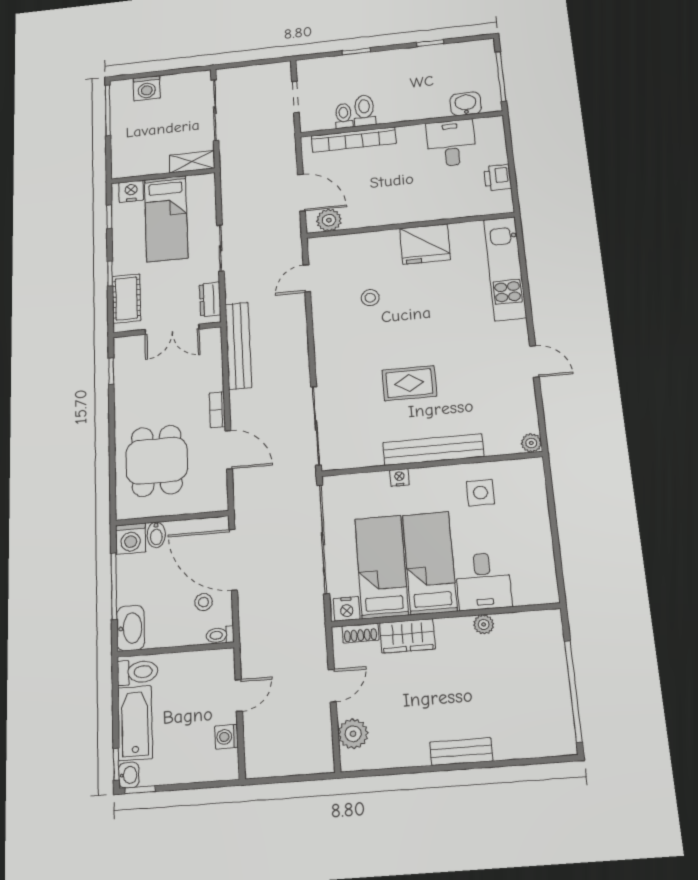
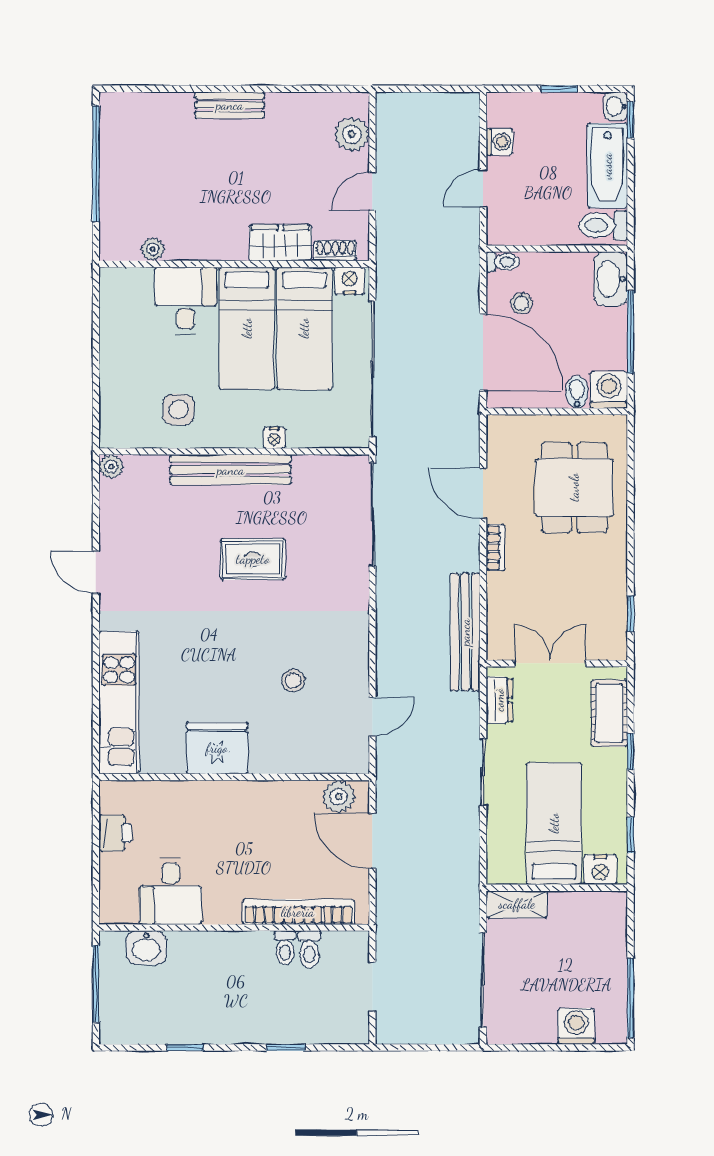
toilet: (364, 111) -> (285, 948), width x0.73, depth x0.72
plant: (484, 624) -> (153, 249), moved
window: (140, 790) -> (559, 89), moved

